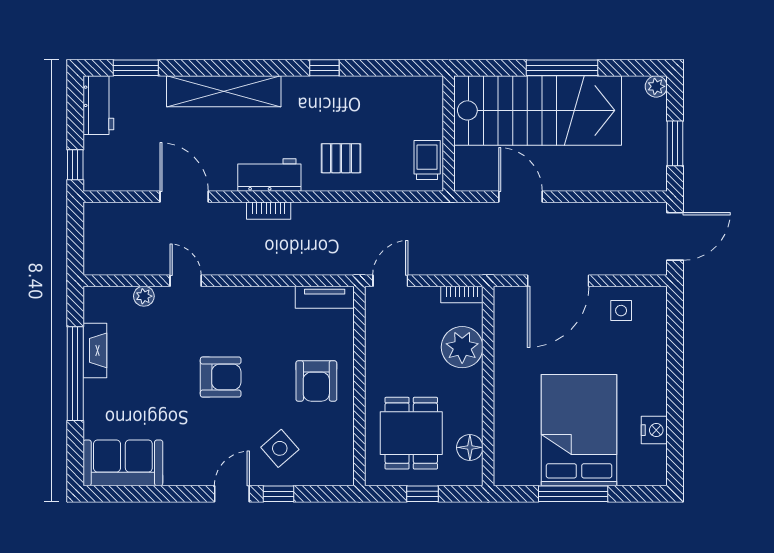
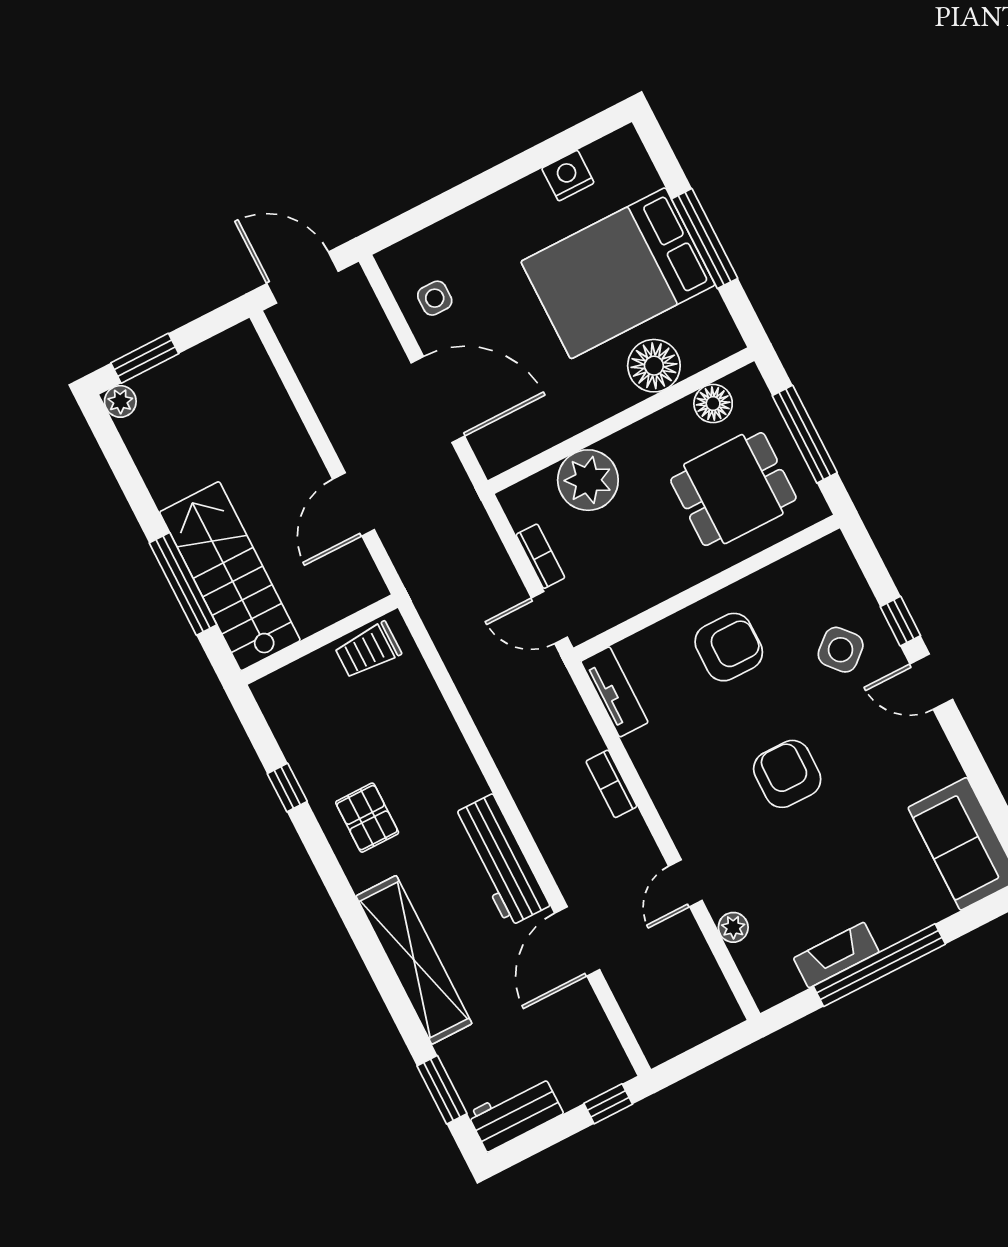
window: (324, 68) -> (287, 788), moved
window: (562, 68) -> (183, 584), moved
stairs: (538, 110) -> (230, 576), width x0.73, depth x0.66
window: (675, 143) -> (145, 358), moved
pallet: (341, 158) -> (367, 818), moved
workbench: (269, 175) -> (500, 860), width x1.38
bookcase: (269, 211) -> (611, 784), moved, turned 180
bookcase: (462, 294) -> (540, 556), moved
floor lamp: (511, 423) -> (654, 366), added
window: (422, 494) -> (805, 434), width x2.17

